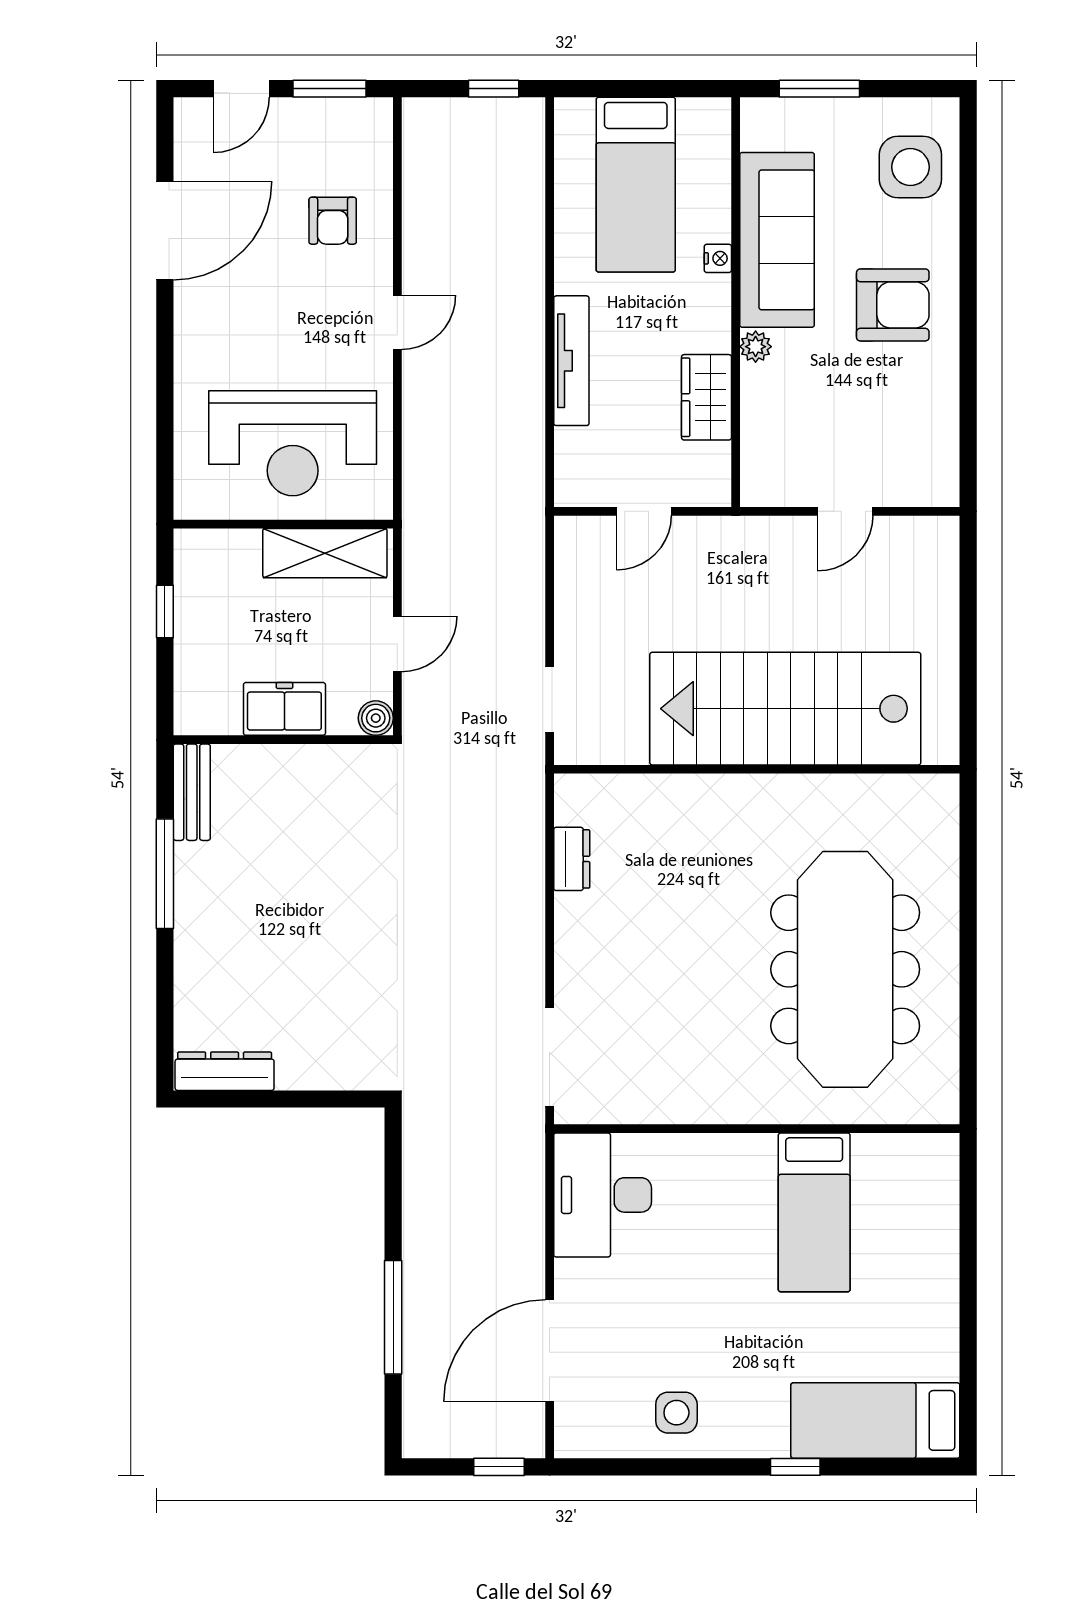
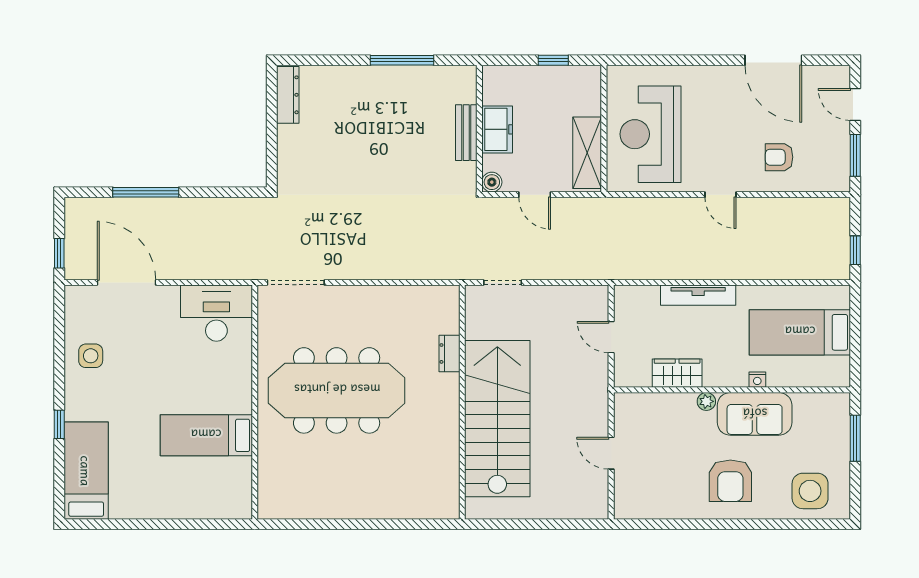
sofa: (777, 240) -> (755, 414), width x0.73
bench: (192, 792) -> (466, 133), moved, turned 90
dresser: (572, 859) -> (449, 353), moved, turned 90
meeting table: (845, 969) -> (337, 390), moved

